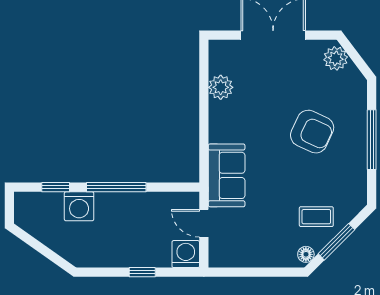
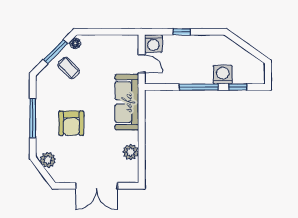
plant: (336, 58) -> (48, 160), moved
armchair: (312, 132) -> (71, 123), turned -115
sofa: (227, 175) -> (127, 102), width x1.36
coffee table: (316, 217) -> (69, 68), turned 46

